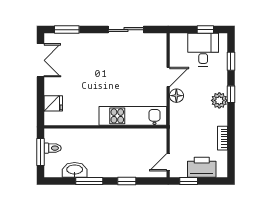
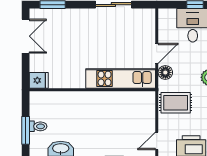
kitchen unit: (133, 116) -> (121, 78), moved
rug: (187, 125) -> (176, 103), added
wall: (105, 127) -> (92, 90), moved

